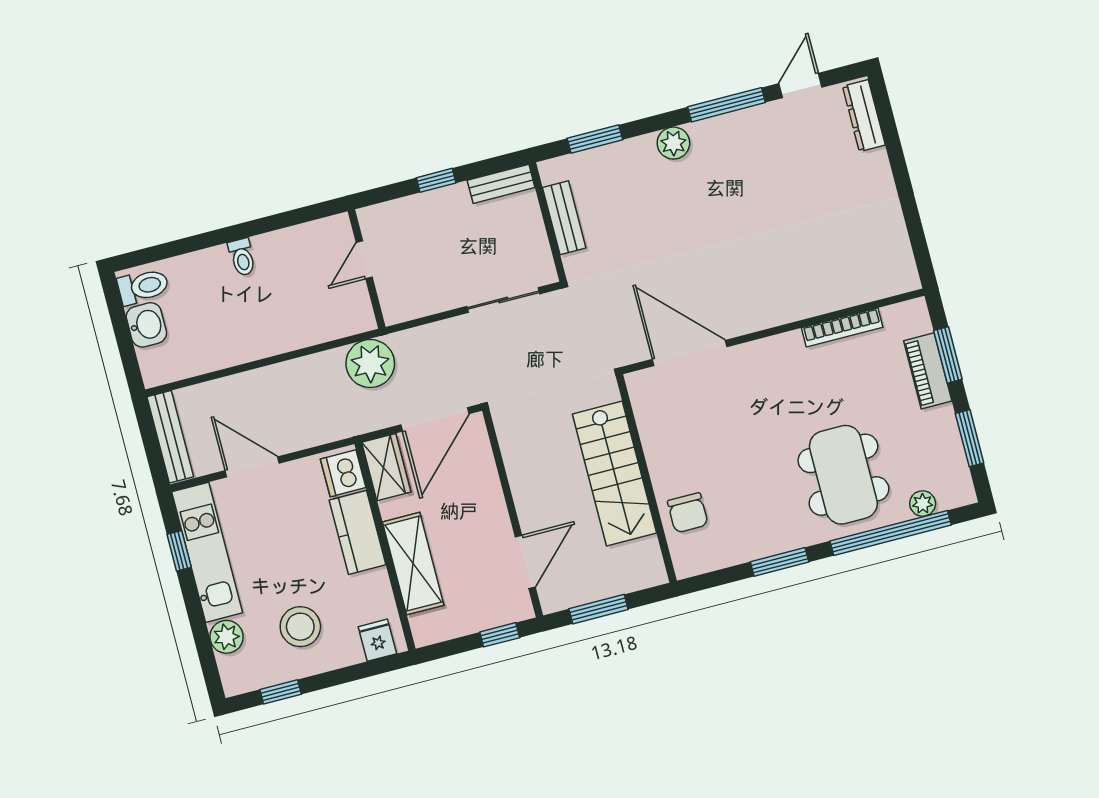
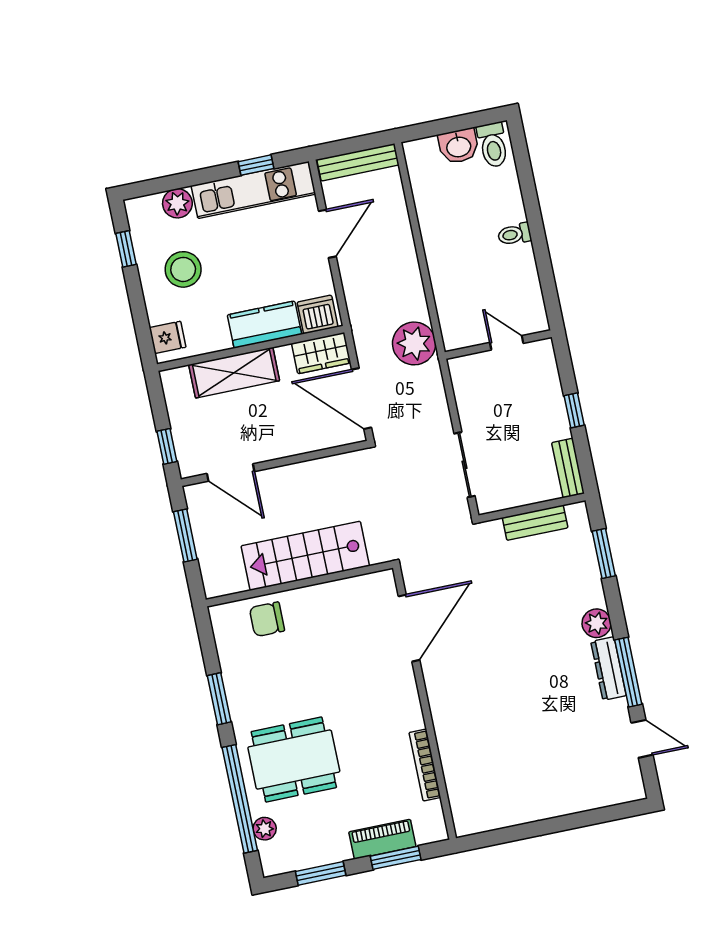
dresser: (864, 116) -> (608, 669), moved, turned -90

